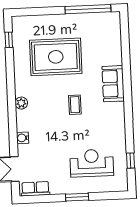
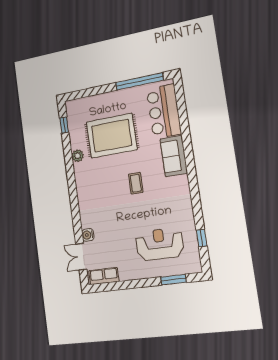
bar counter: (108, 41) -> (164, 111), added
plant: (21, 103) -> (78, 156), moved
water cooler: (23, 138) -> (88, 235), moved
window: (77, 197) -> (174, 280), moved

